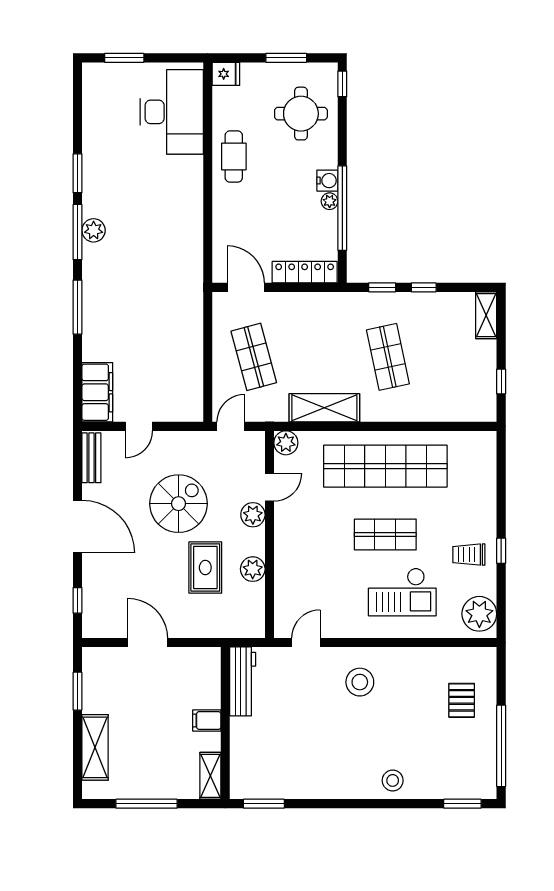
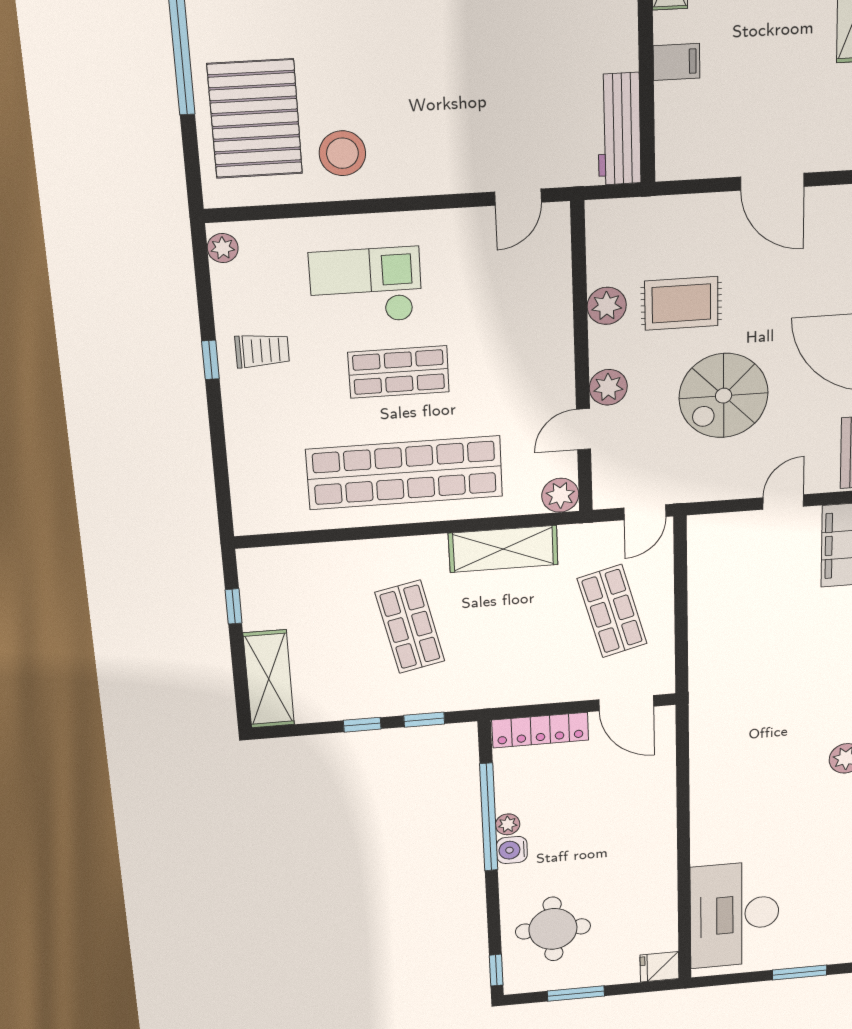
cafe table: (234, 157) -> (647, 868), removed
shelving: (486, 315) -> (269, 679), width x1.50, depth x1.33
rug: (205, 568) -> (681, 303), turned 90
plant: (479, 614) -> (223, 248), width x0.53, depth x0.53
stool: (360, 682) -> (342, 153), moved
pallet: (462, 700) -> (255, 119), width x2.05, depth x2.00

